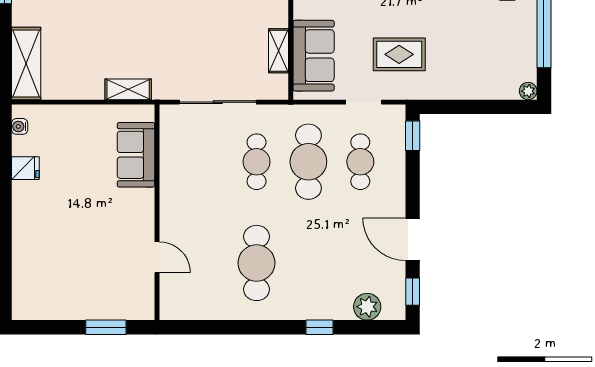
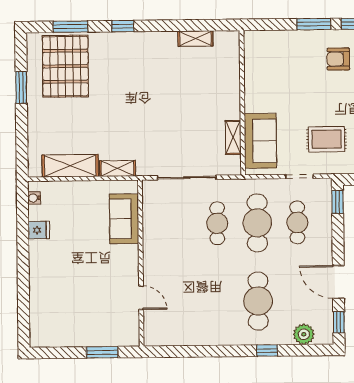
shelving: (26, 63) -> (70, 166), moved, turned 90
cafe table: (257, 263) -> (258, 301), moved

